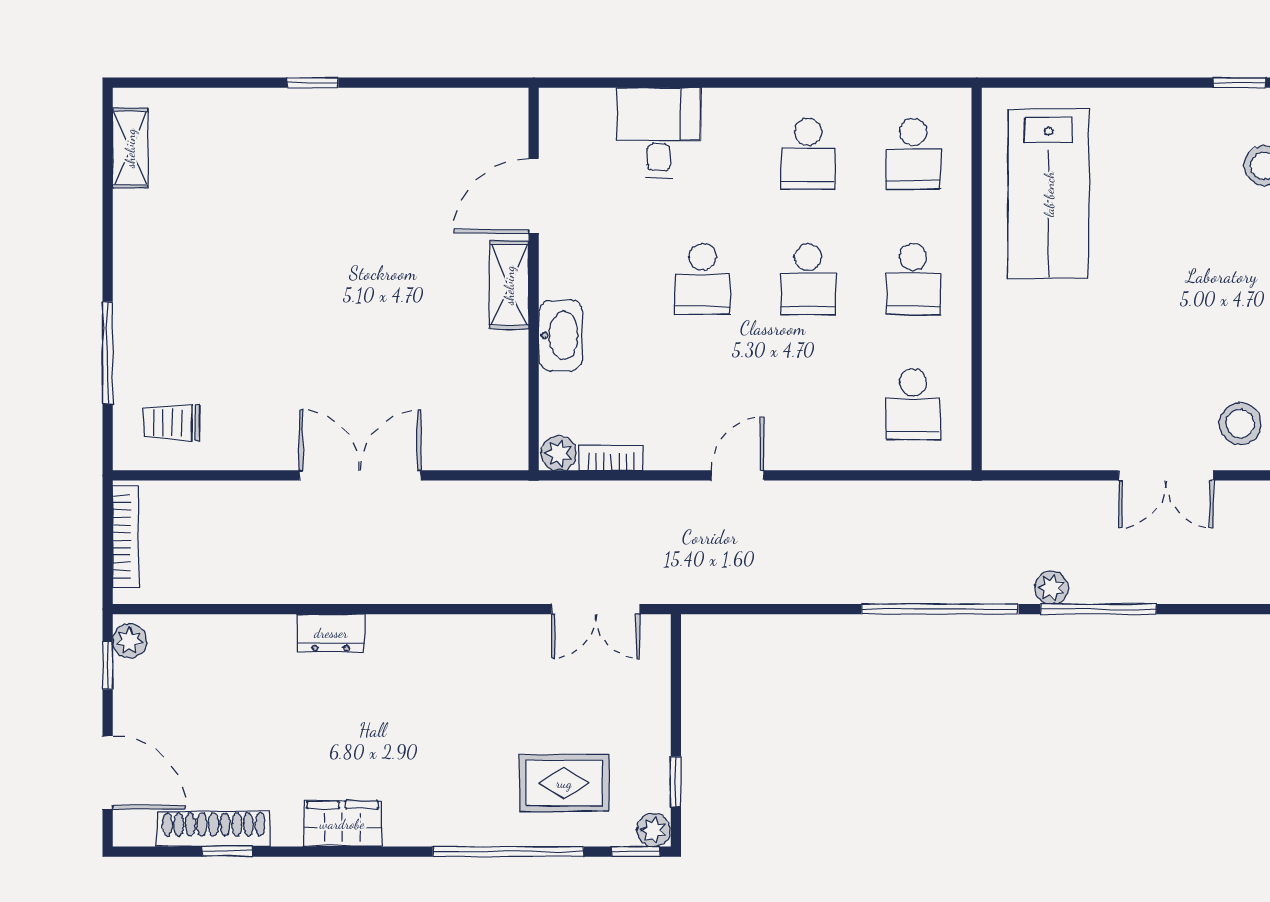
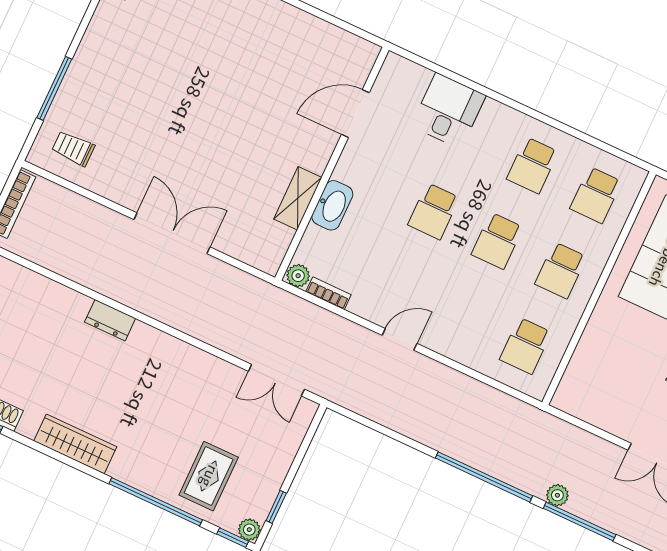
shelving: (509, 285) -> (298, 198), moved
rug: (564, 783) -> (209, 476), turned 90
wardrobe: (342, 824) -> (75, 444), width x1.50

